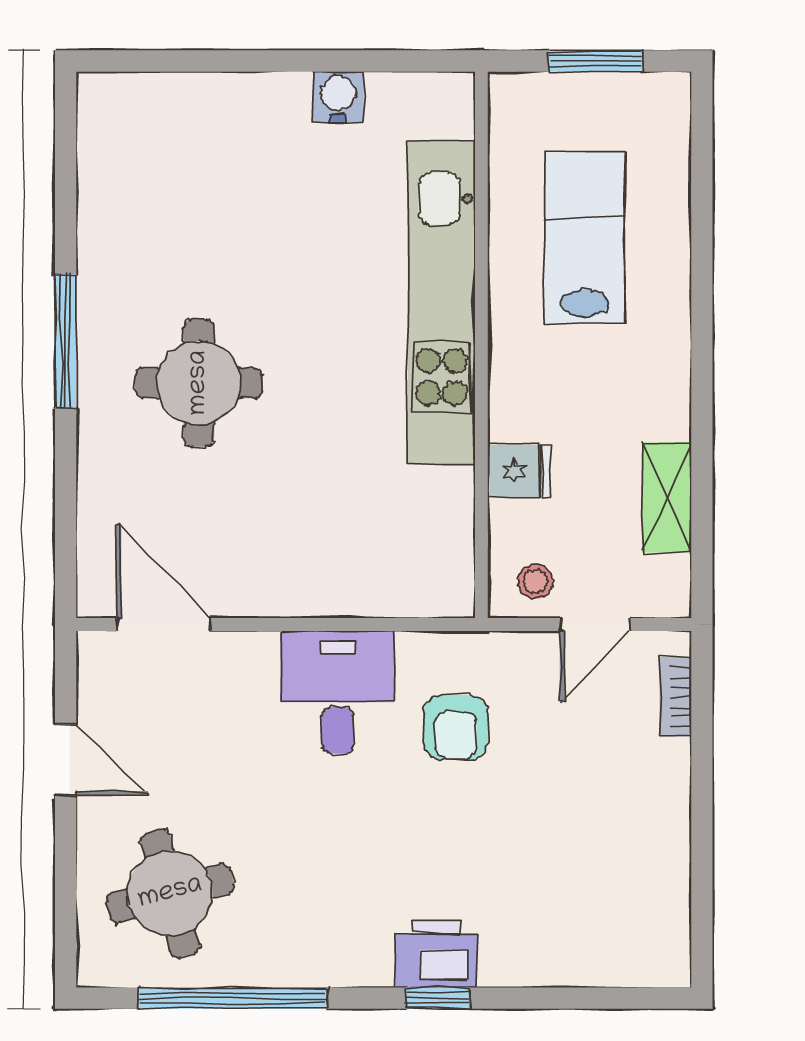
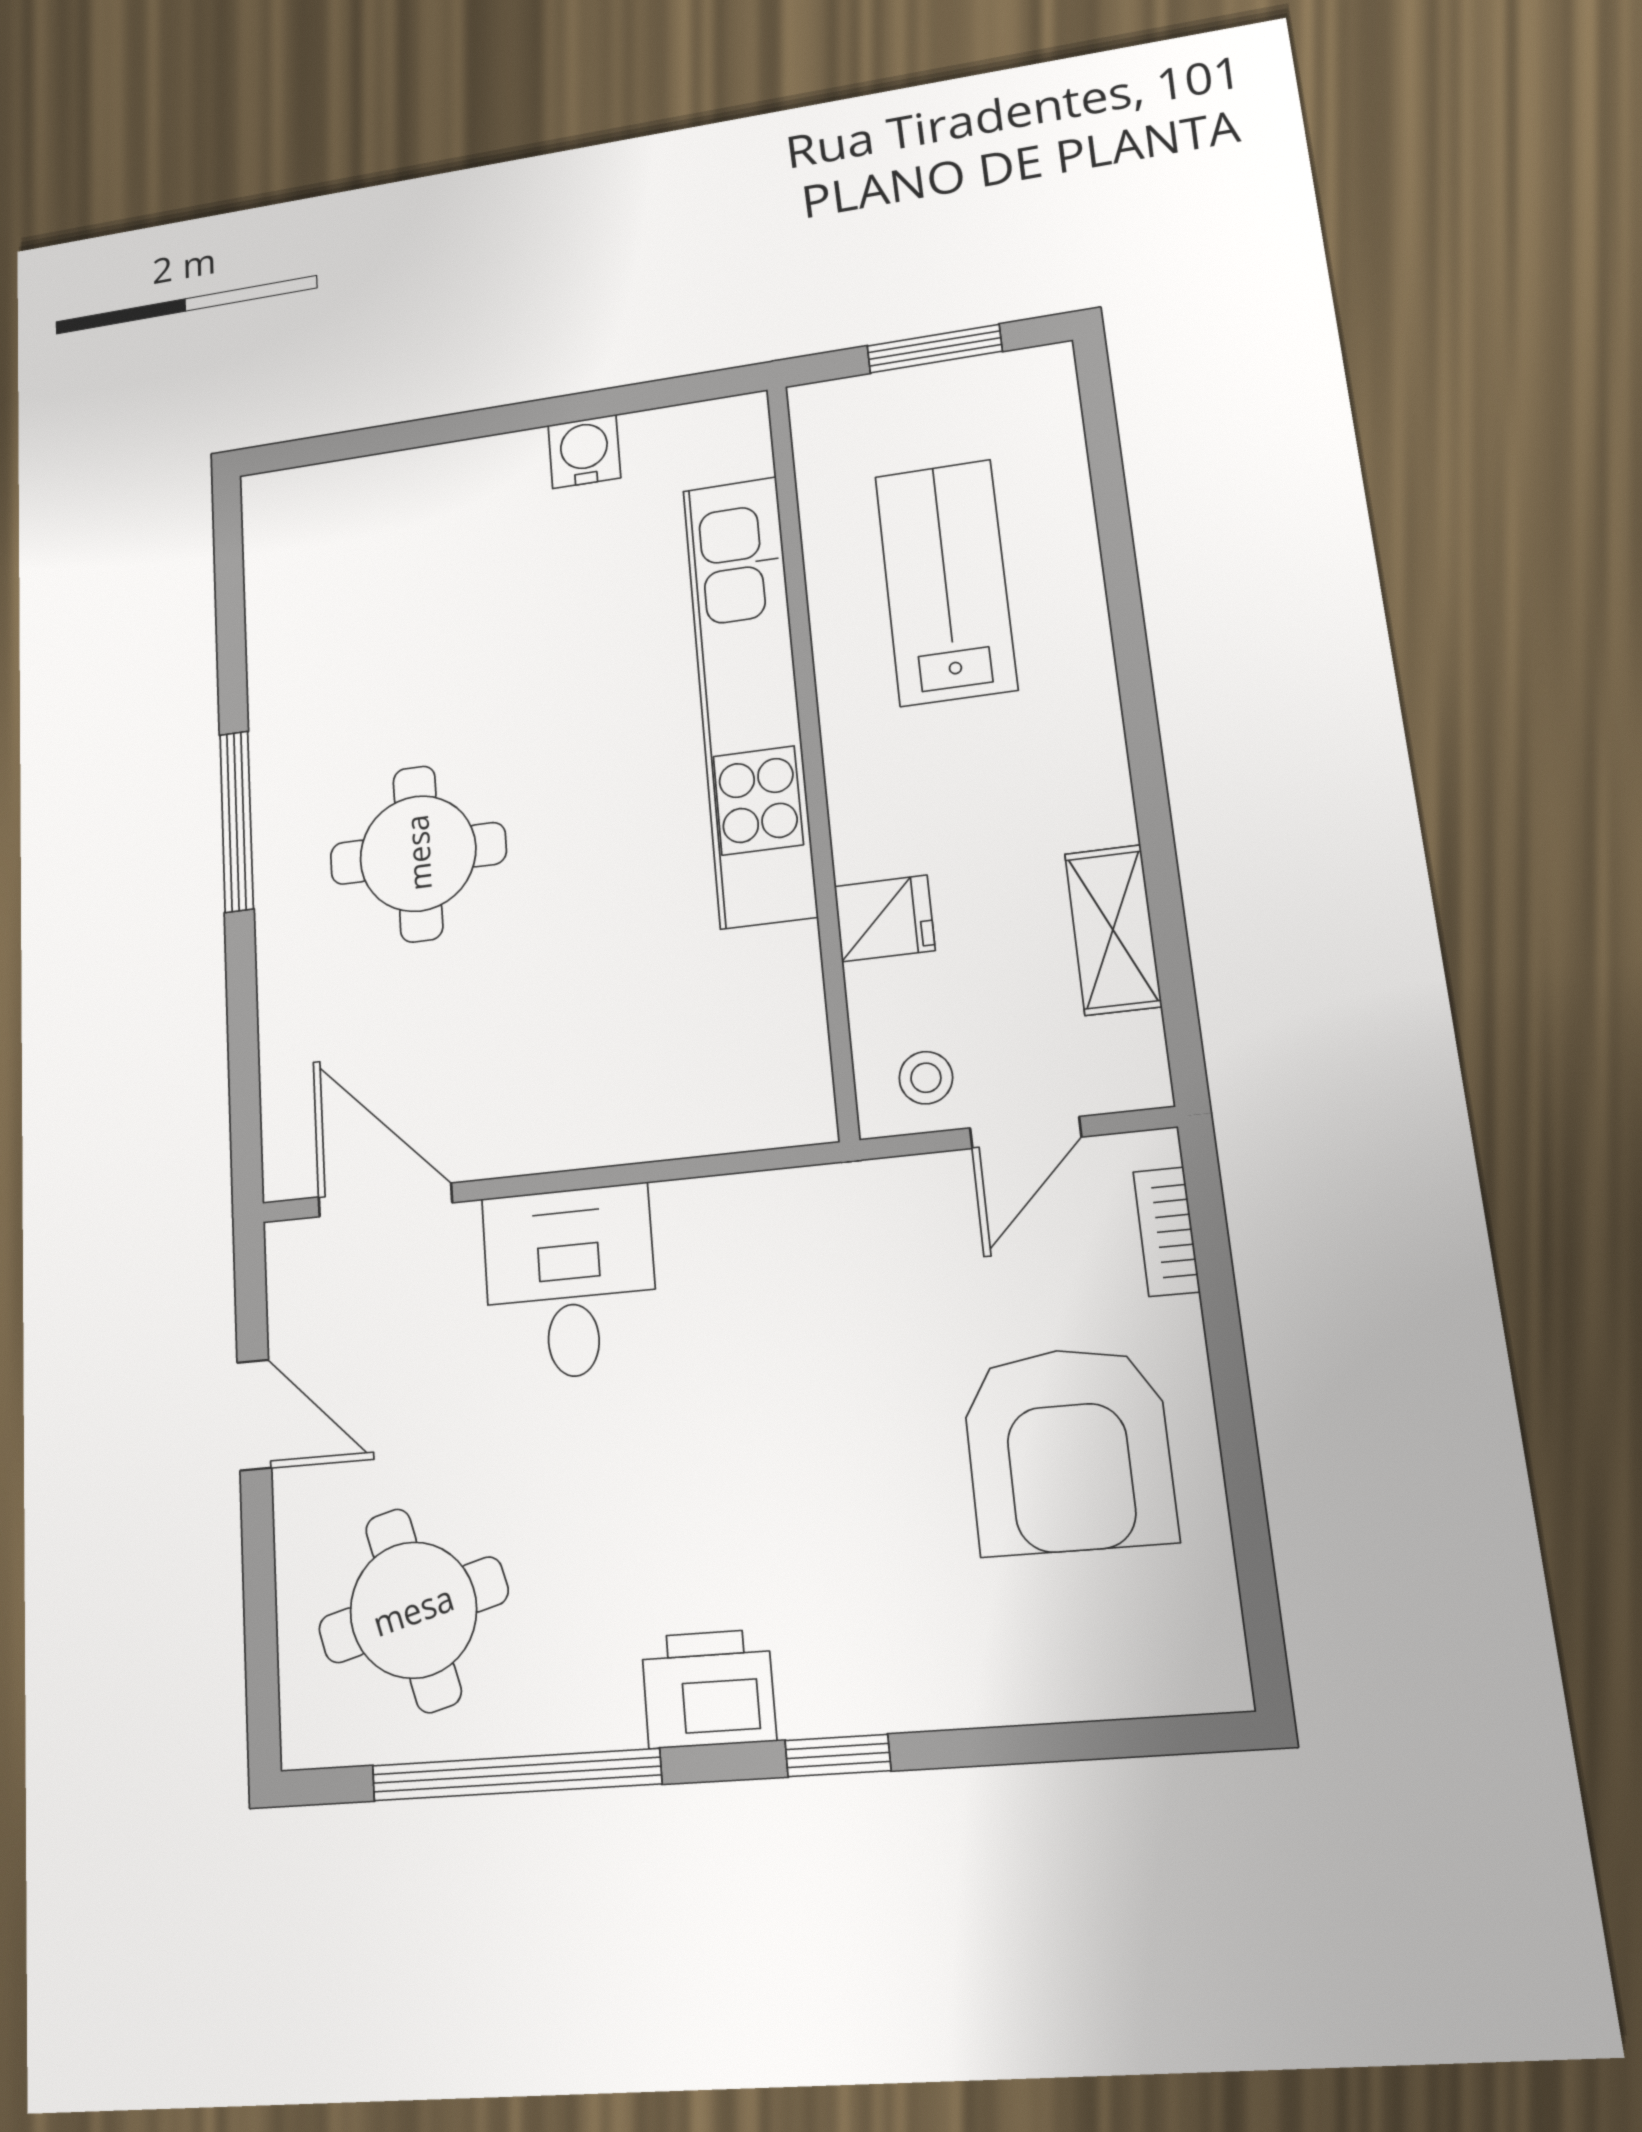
desk: (338, 692) -> (570, 1282), moved
armchair: (456, 727) -> (1068, 1449), moved, width x1.88, depth x1.88
printer: (436, 954) -> (708, 1689), moved

